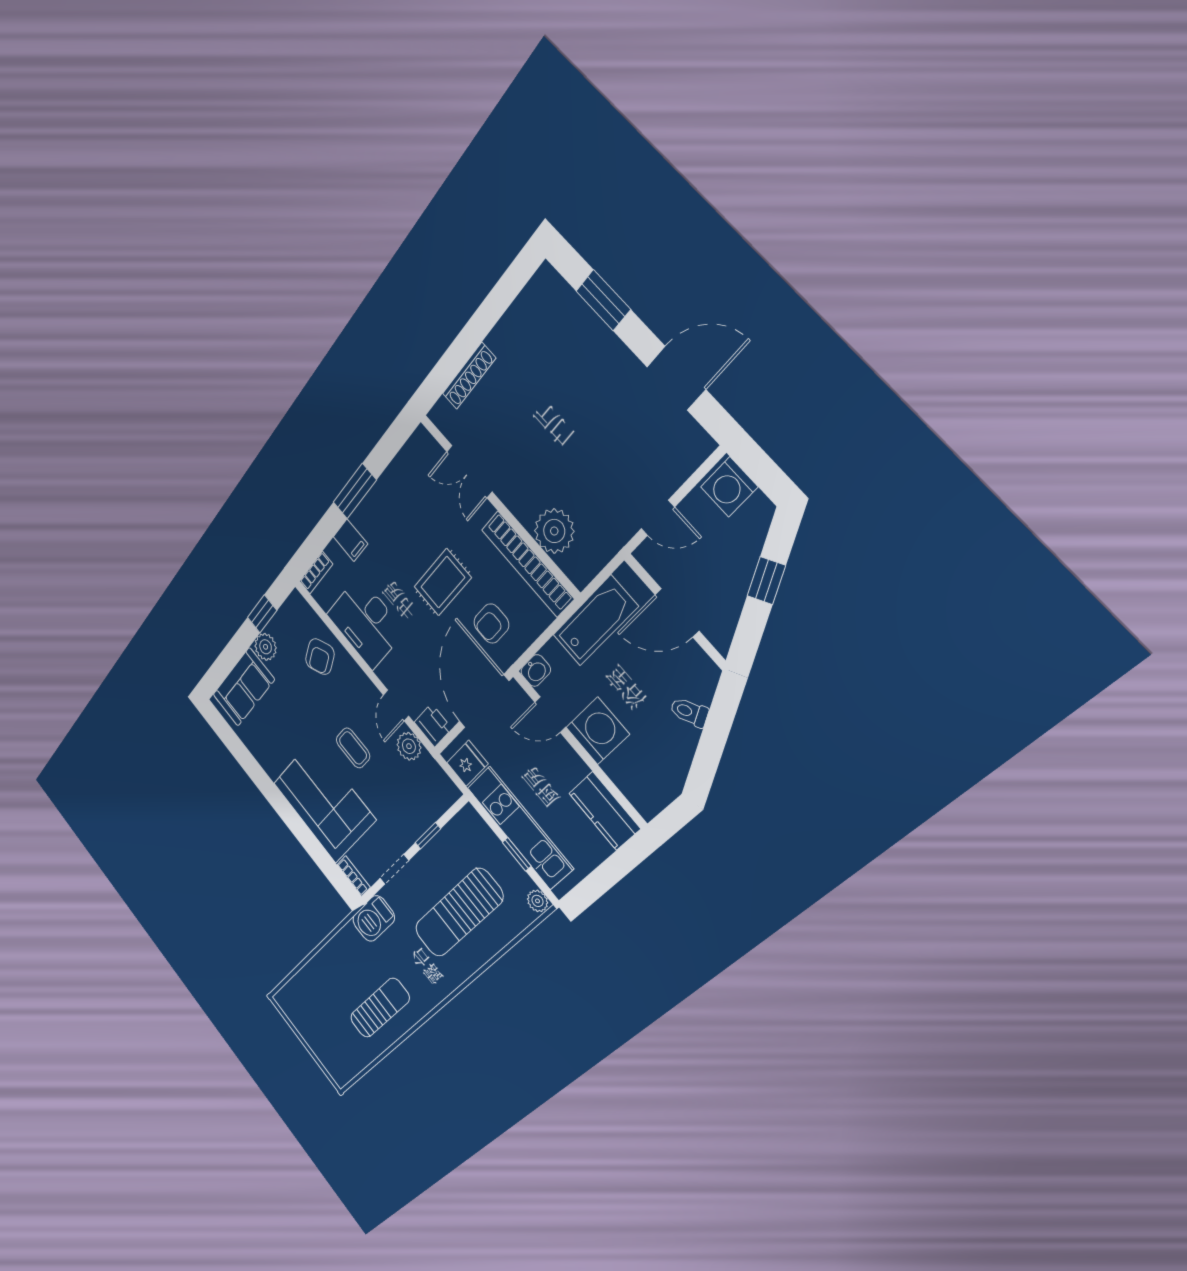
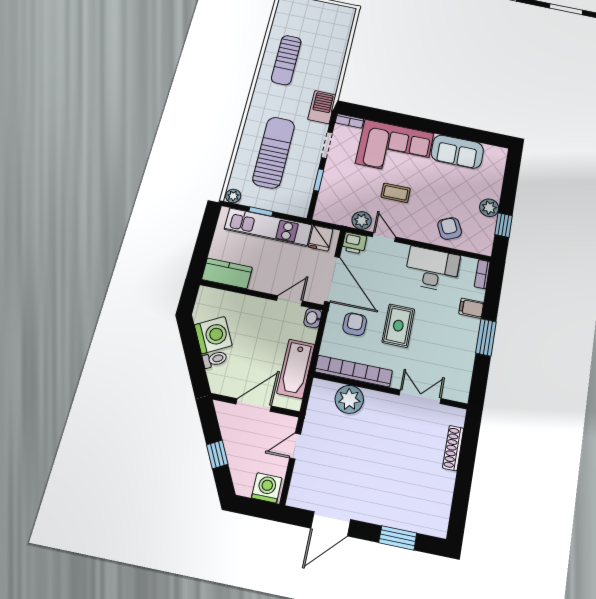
sofa: (244, 687) -> (457, 152), moved, turned -90
washing machine: (598, 731) -> (213, 335), moved, turned -118

